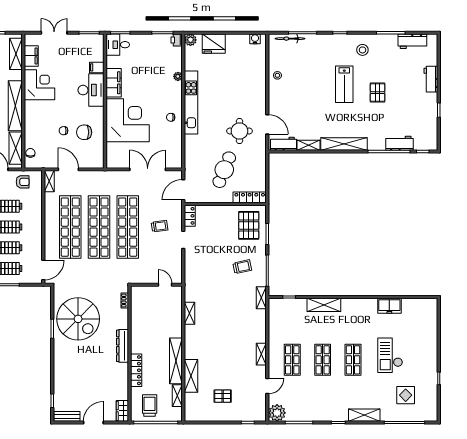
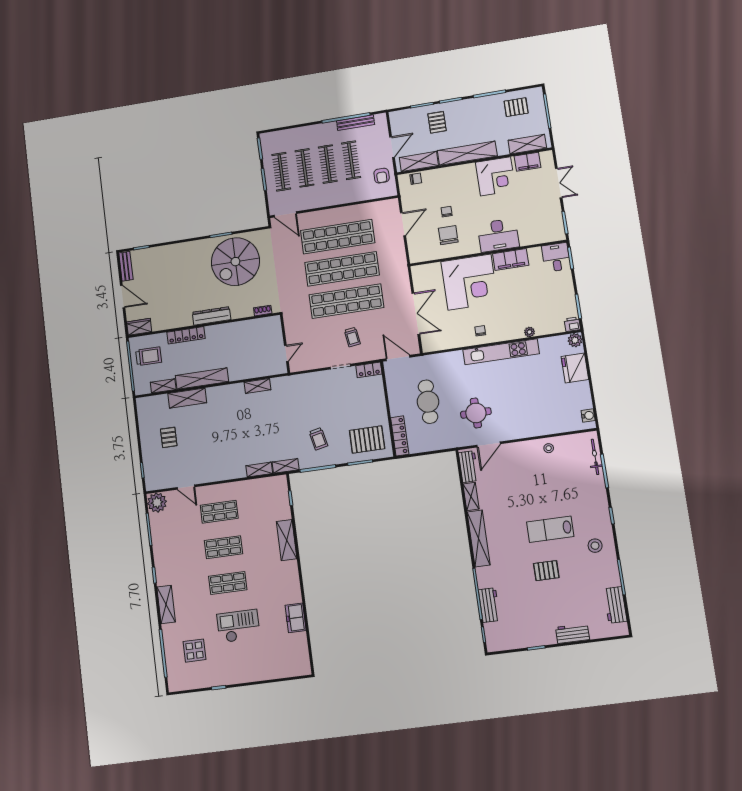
filing cabinet: (97, 67) -> (526, 238), removed
cafe table: (224, 170) -> (428, 402), turned 68
shelving: (49, 181) -> (386, 205), removed
shelving: (261, 354) -> (259, 470), moved

